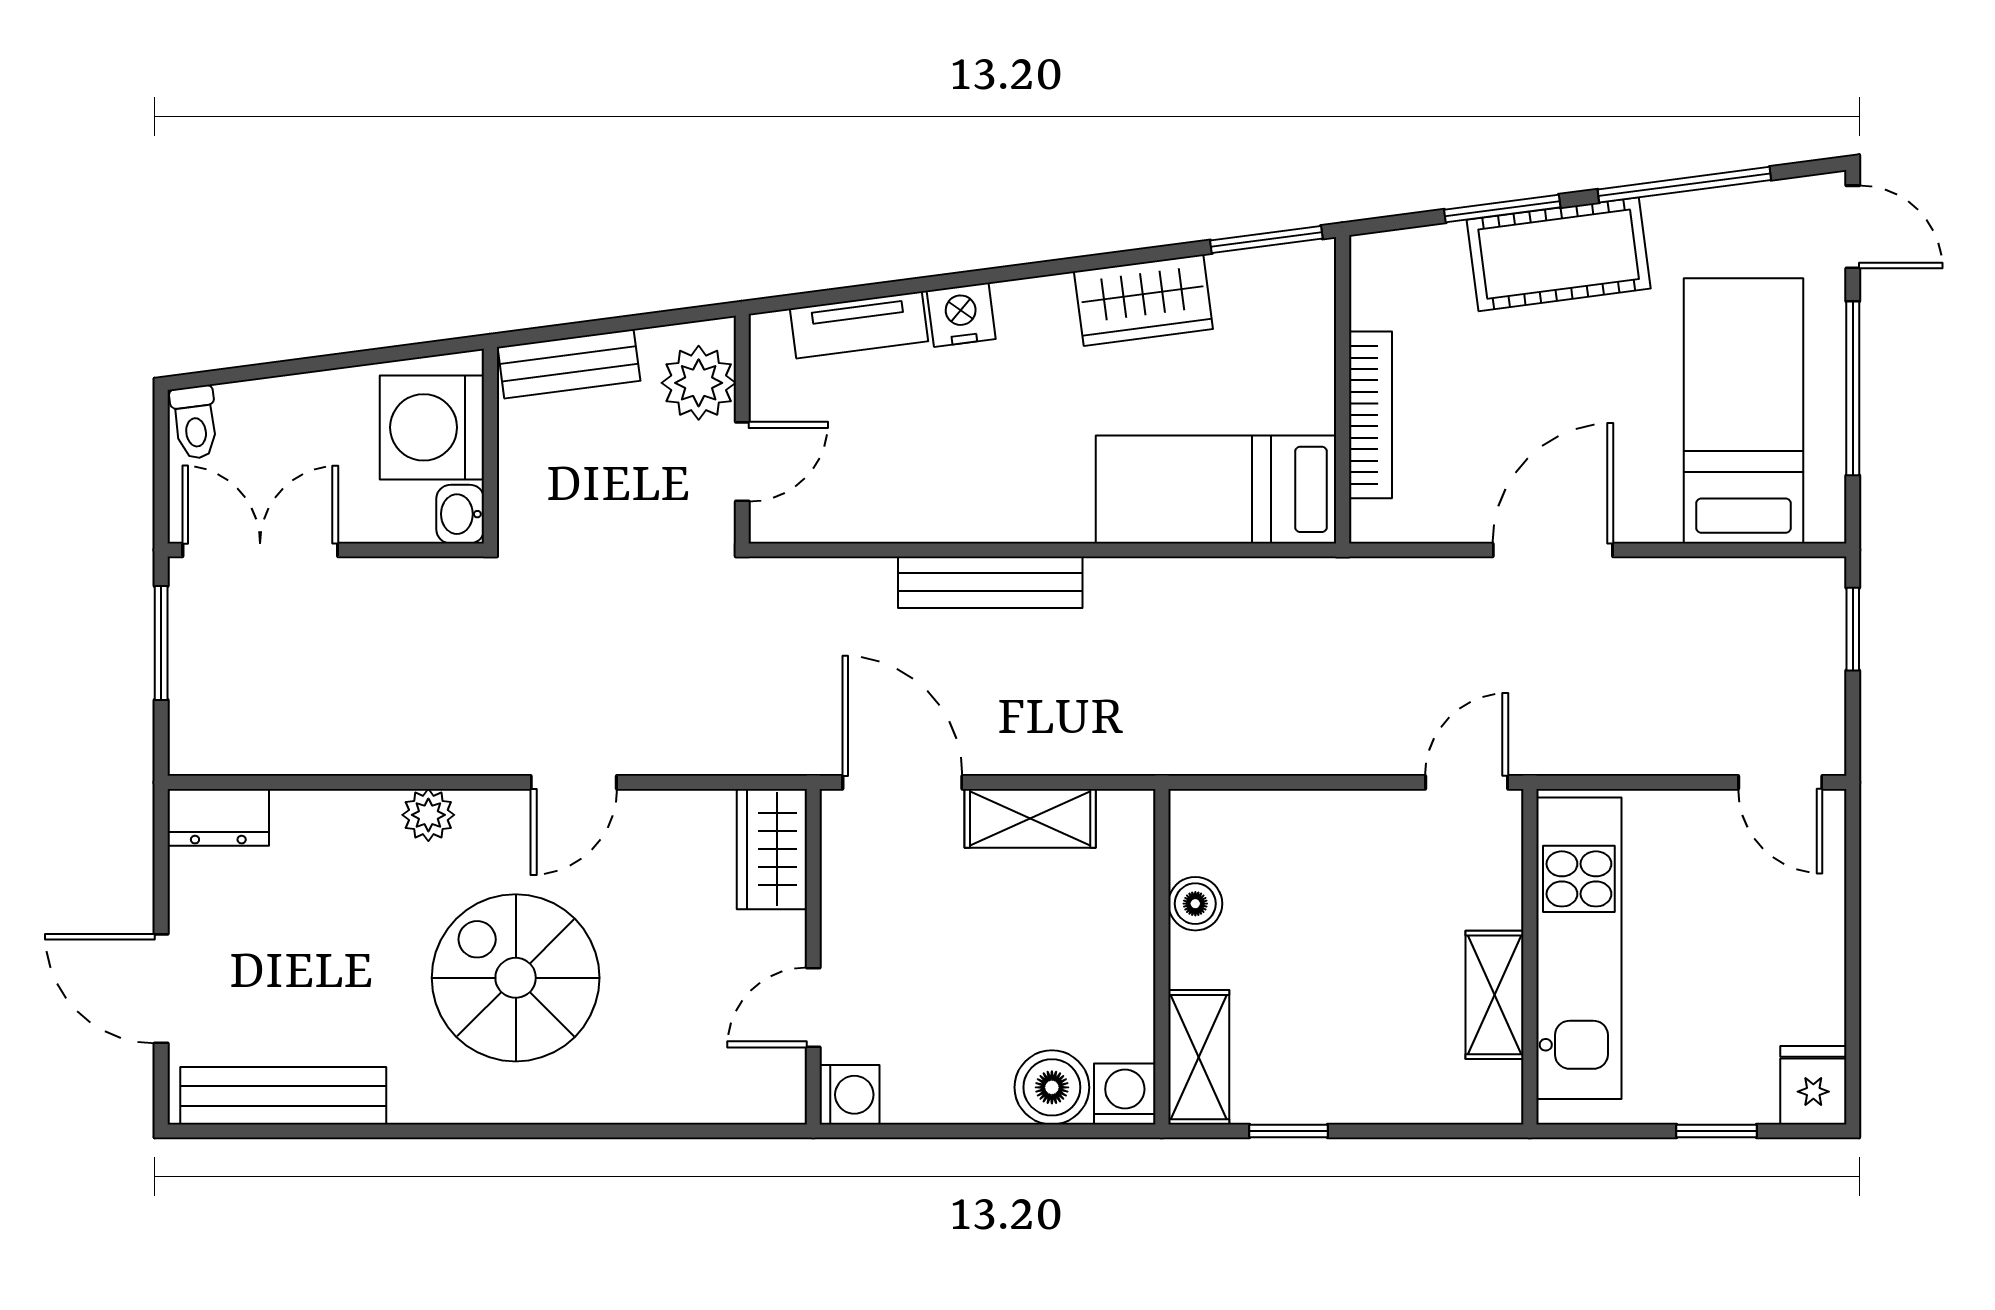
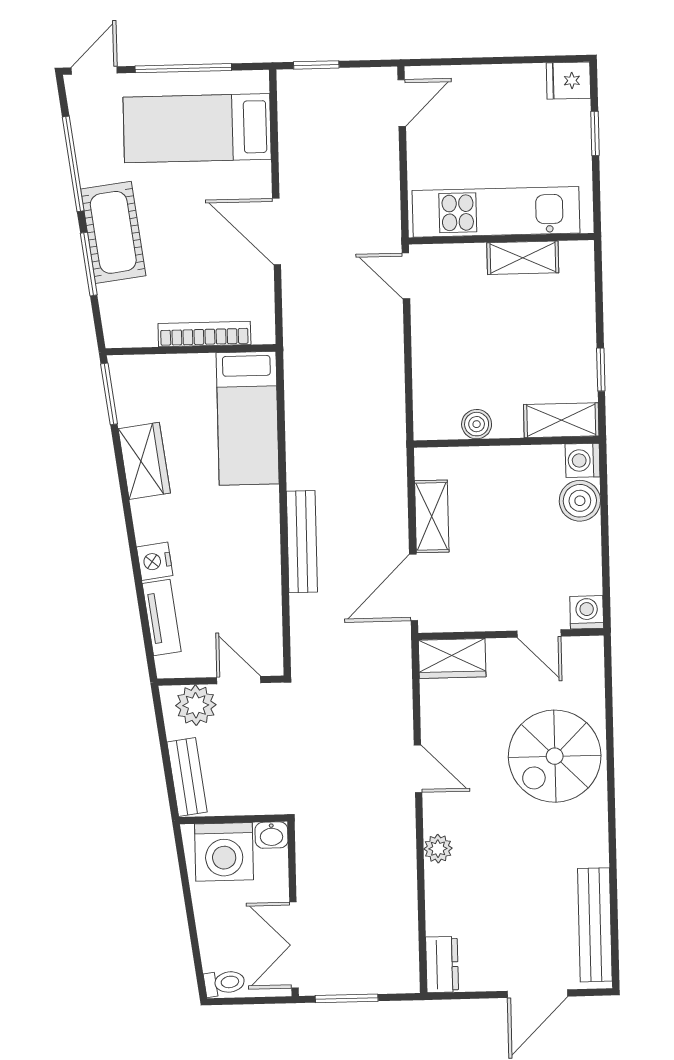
spiral stairs: (516, 978) -> (555, 756), moved

